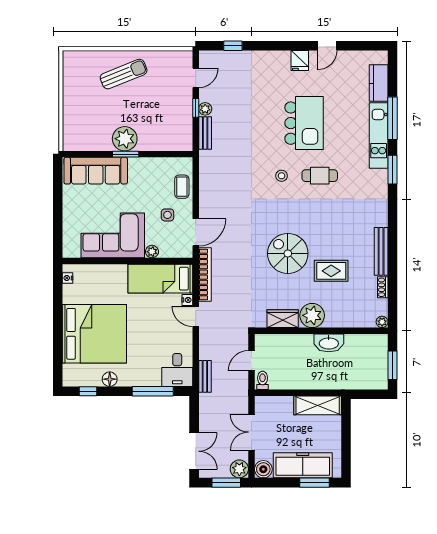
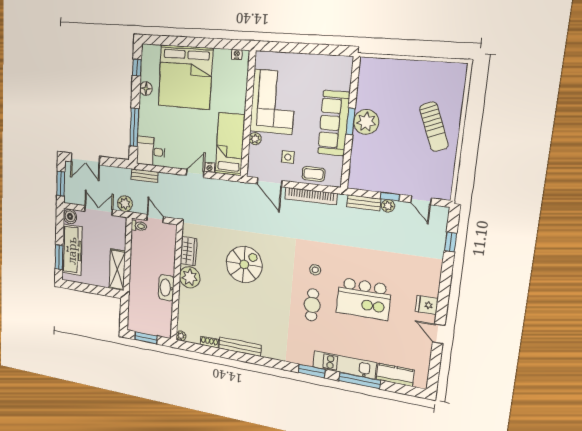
sofa: (96, 171) -> (334, 123), moved
rug: (331, 271) -> (226, 300), removed
bookcase: (205, 275) -> (311, 196), moved
plant: (239, 469) -> (125, 204), moved

